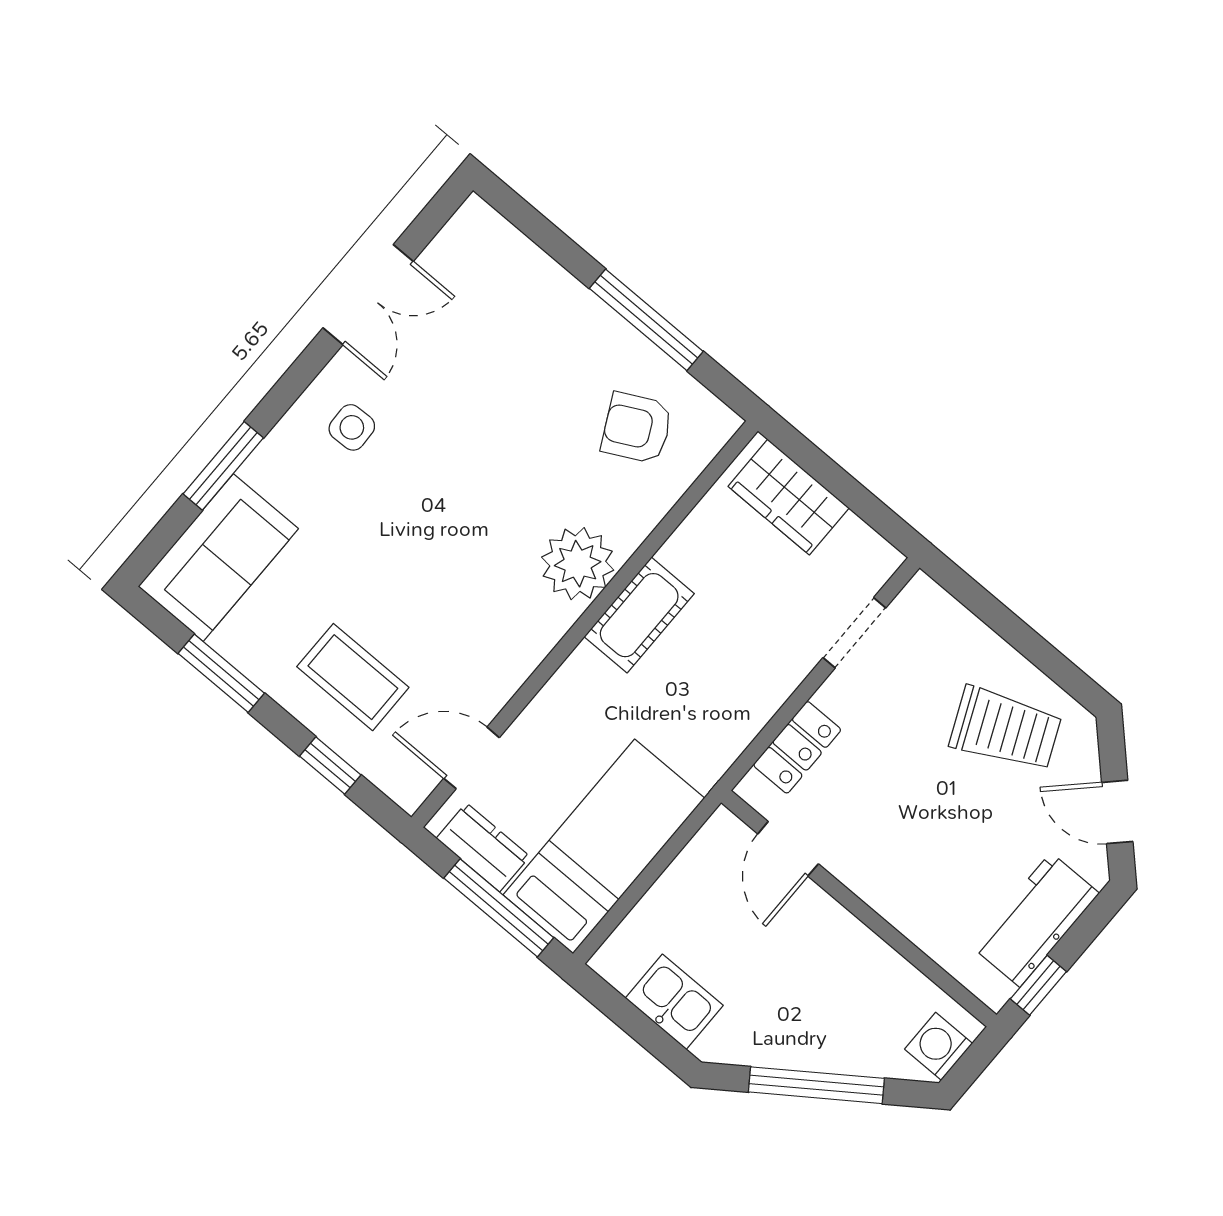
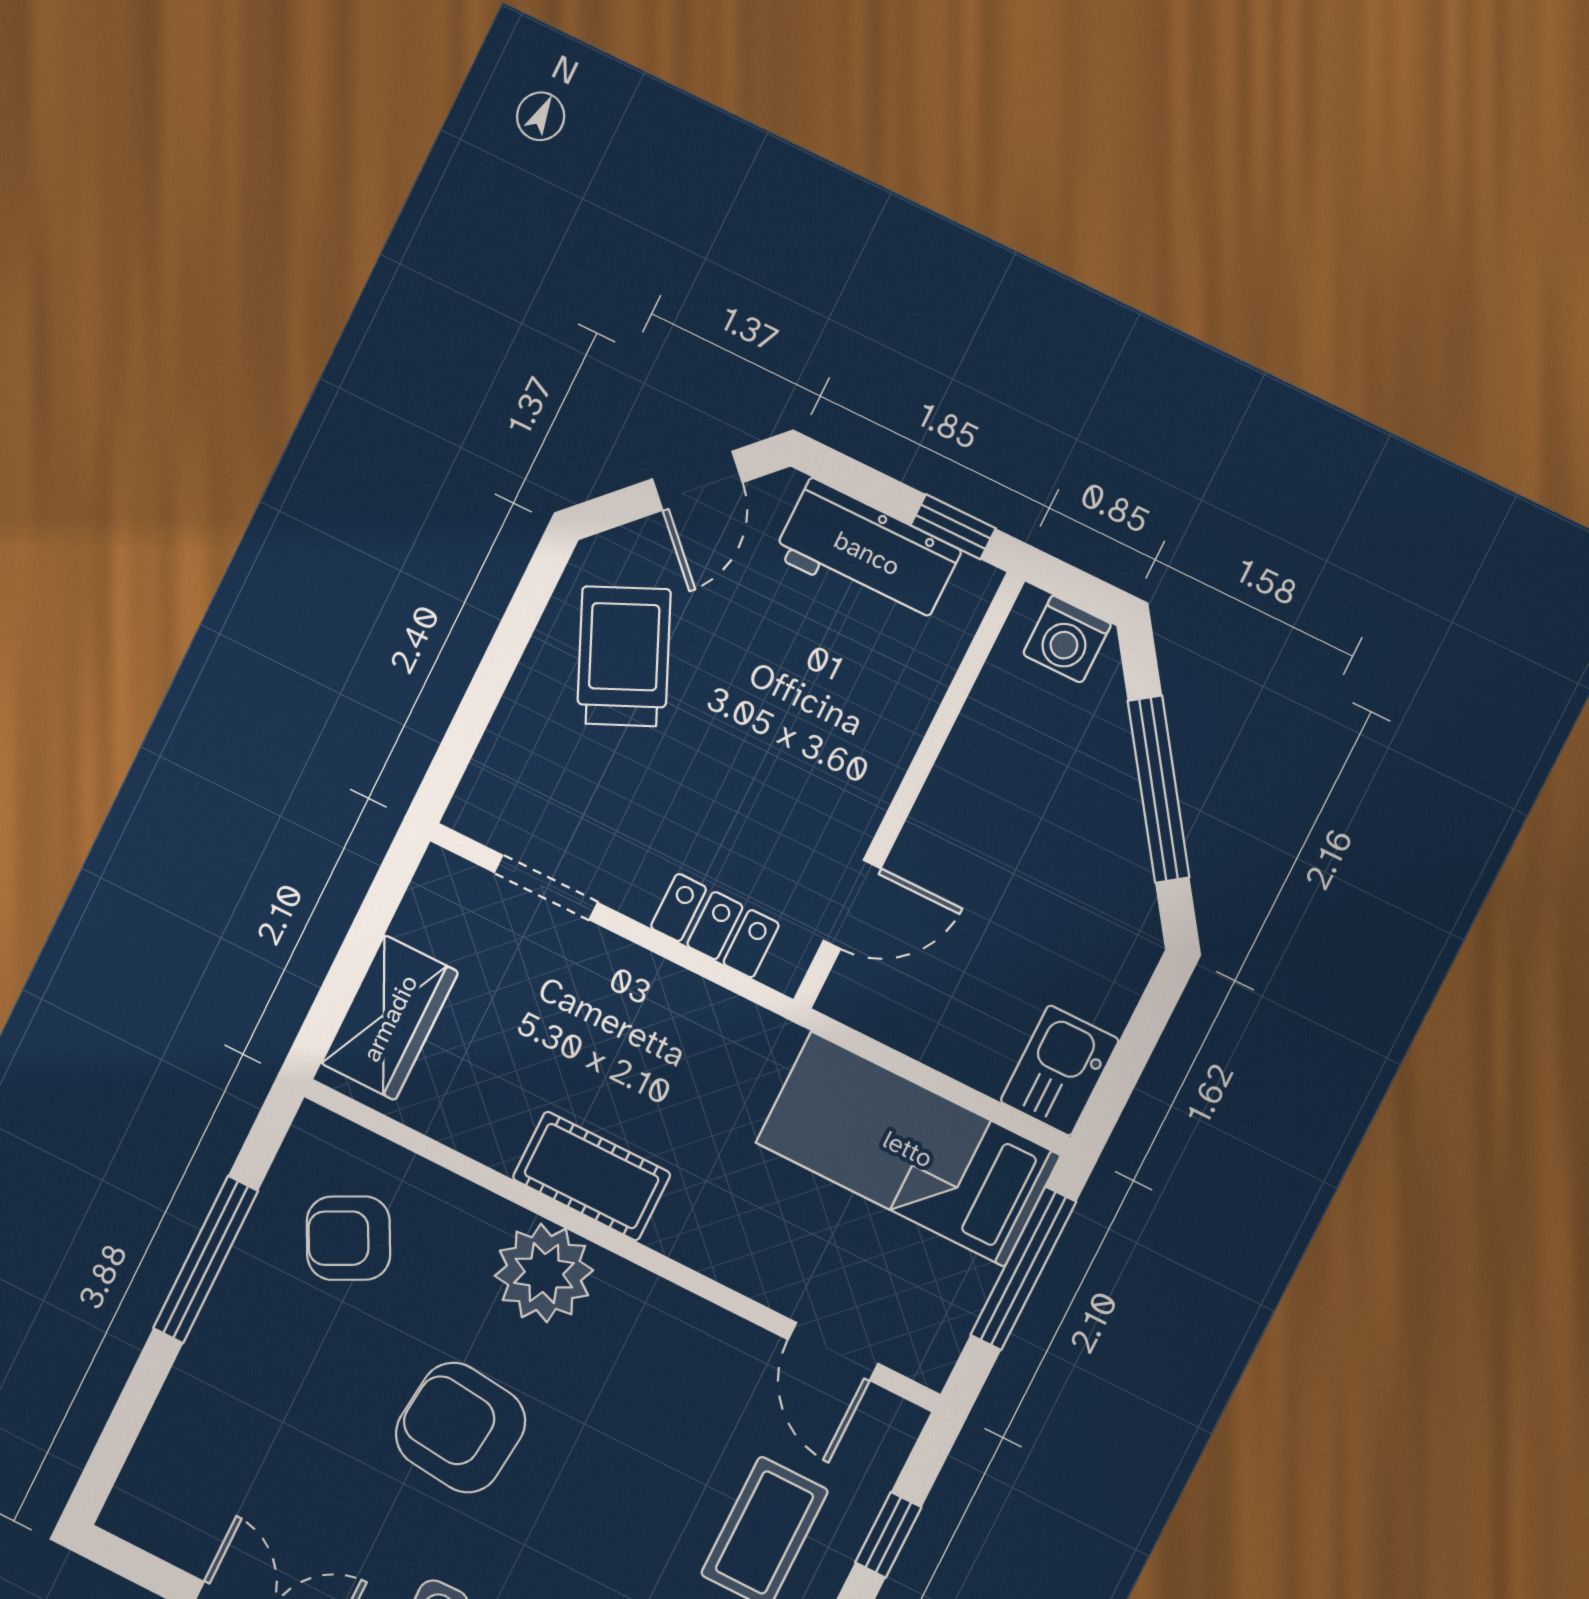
armchair: (637, 428) -> (348, 1238), turned 90
armchair: (480, 476) -> (460, 1428), added
dresser: (483, 847) -> (948, 1308), removed
kitchen sink: (674, 1002) -> (1060, 1071), moved

